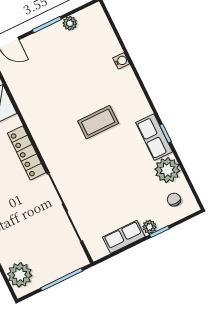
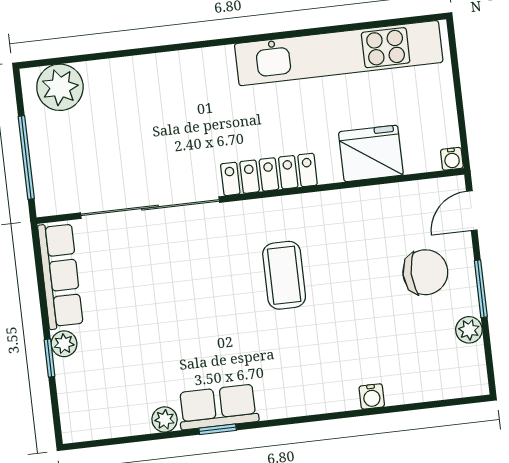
coffee table: (98, 122) -> (284, 275), moved
plant: (167, 170) -> (165, 420), width x0.53, depth x0.53
chair: (174, 200) -> (425, 272), moved, width x1.87, depth x1.87
row of seats: (124, 237) -> (60, 276), width x1.48

